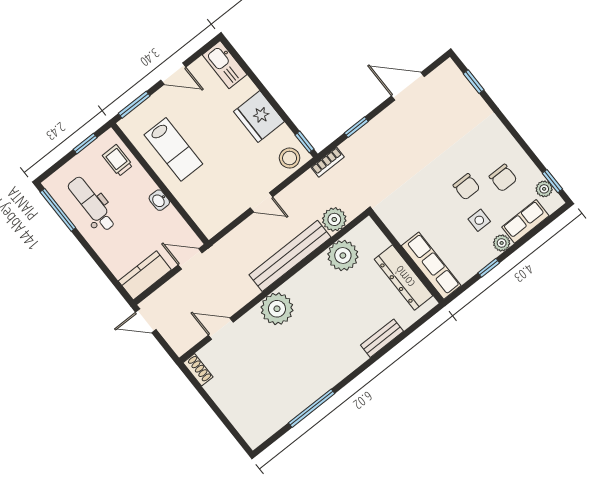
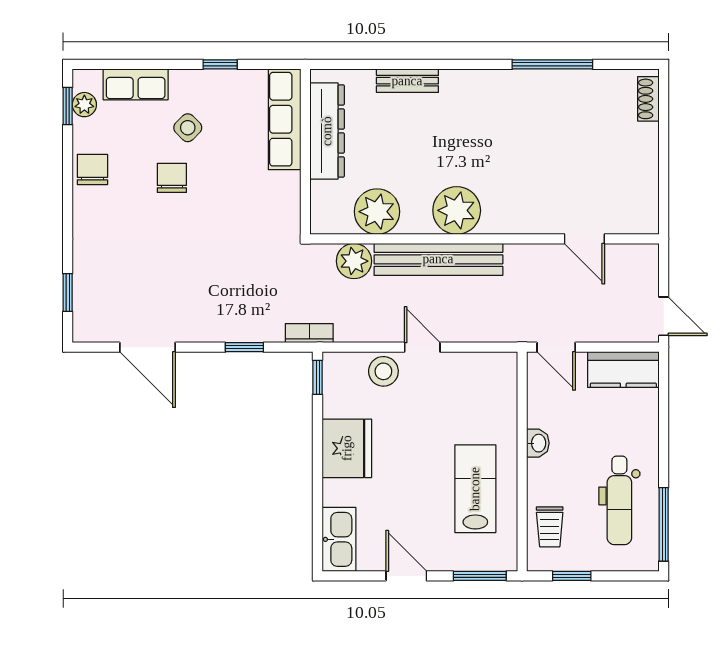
stool: (290, 158) -> (383, 371), moved
chair: (503, 178) -> (92, 170), moved
side table: (479, 220) -> (188, 128), turned 45
plant: (502, 243) -> (183, 81), removed
plant: (277, 309) -> (457, 210), moved
shoe rack: (198, 370) -> (648, 99), moved

